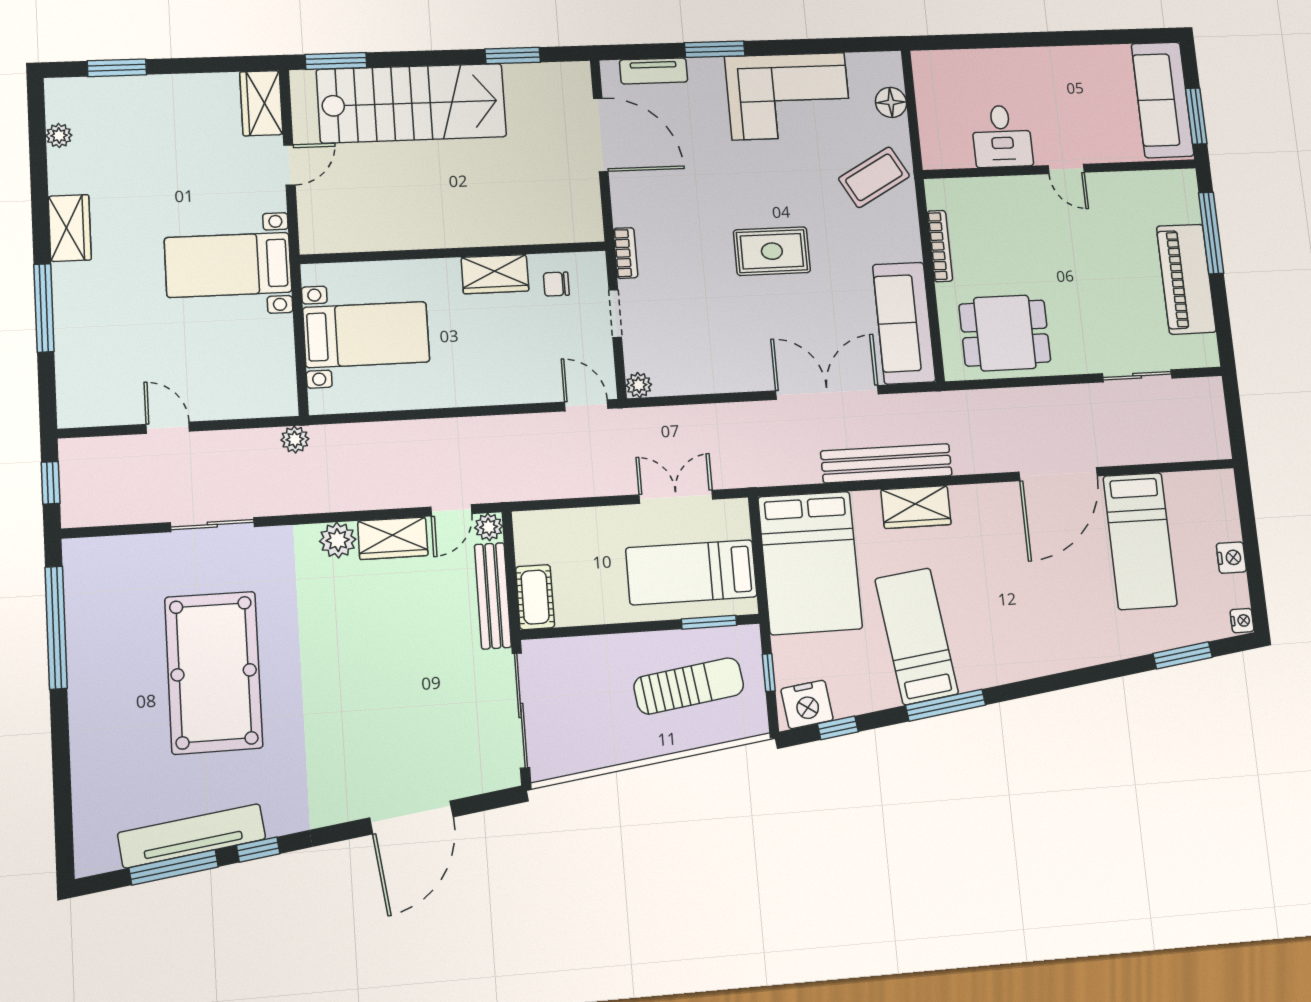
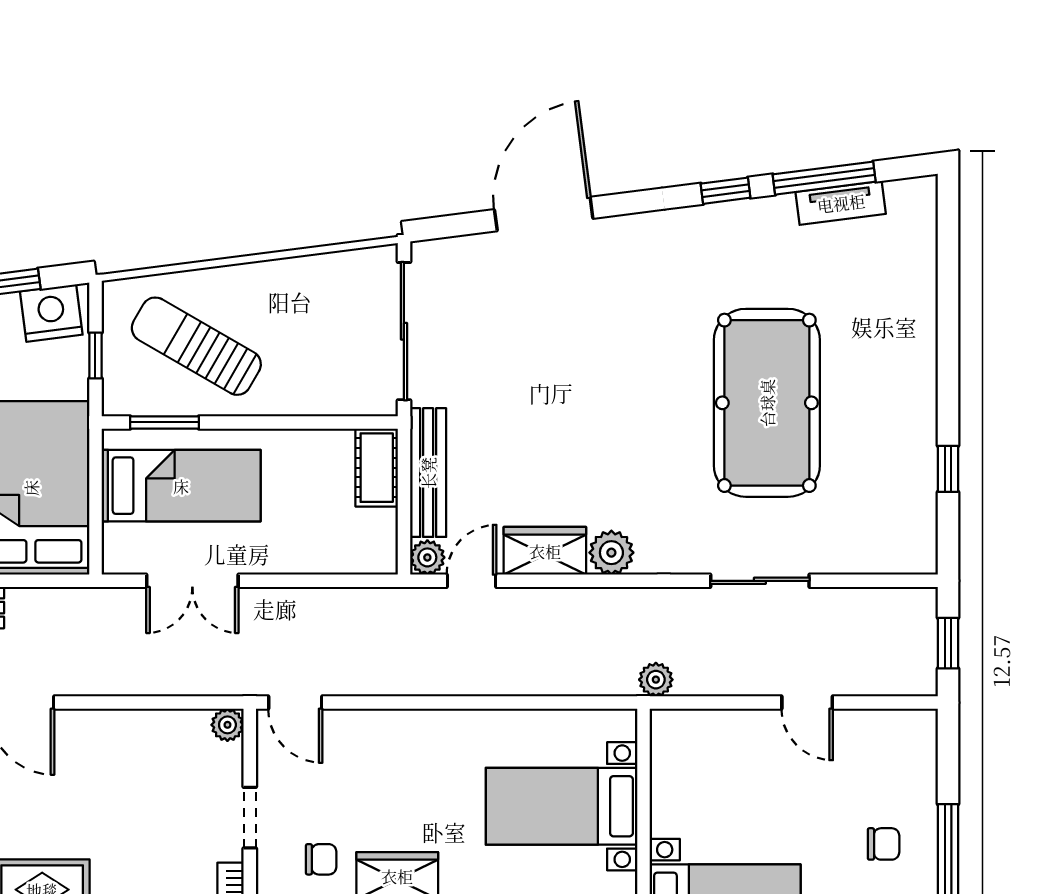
chair: (99, 317) -> (884, 844), added
window: (56, 627) -> (948, 469), width x0.32
sun lounger: (689, 686) -> (196, 346), turned 38
tv unit: (192, 836) -> (841, 203), width x0.52, depth x0.78

